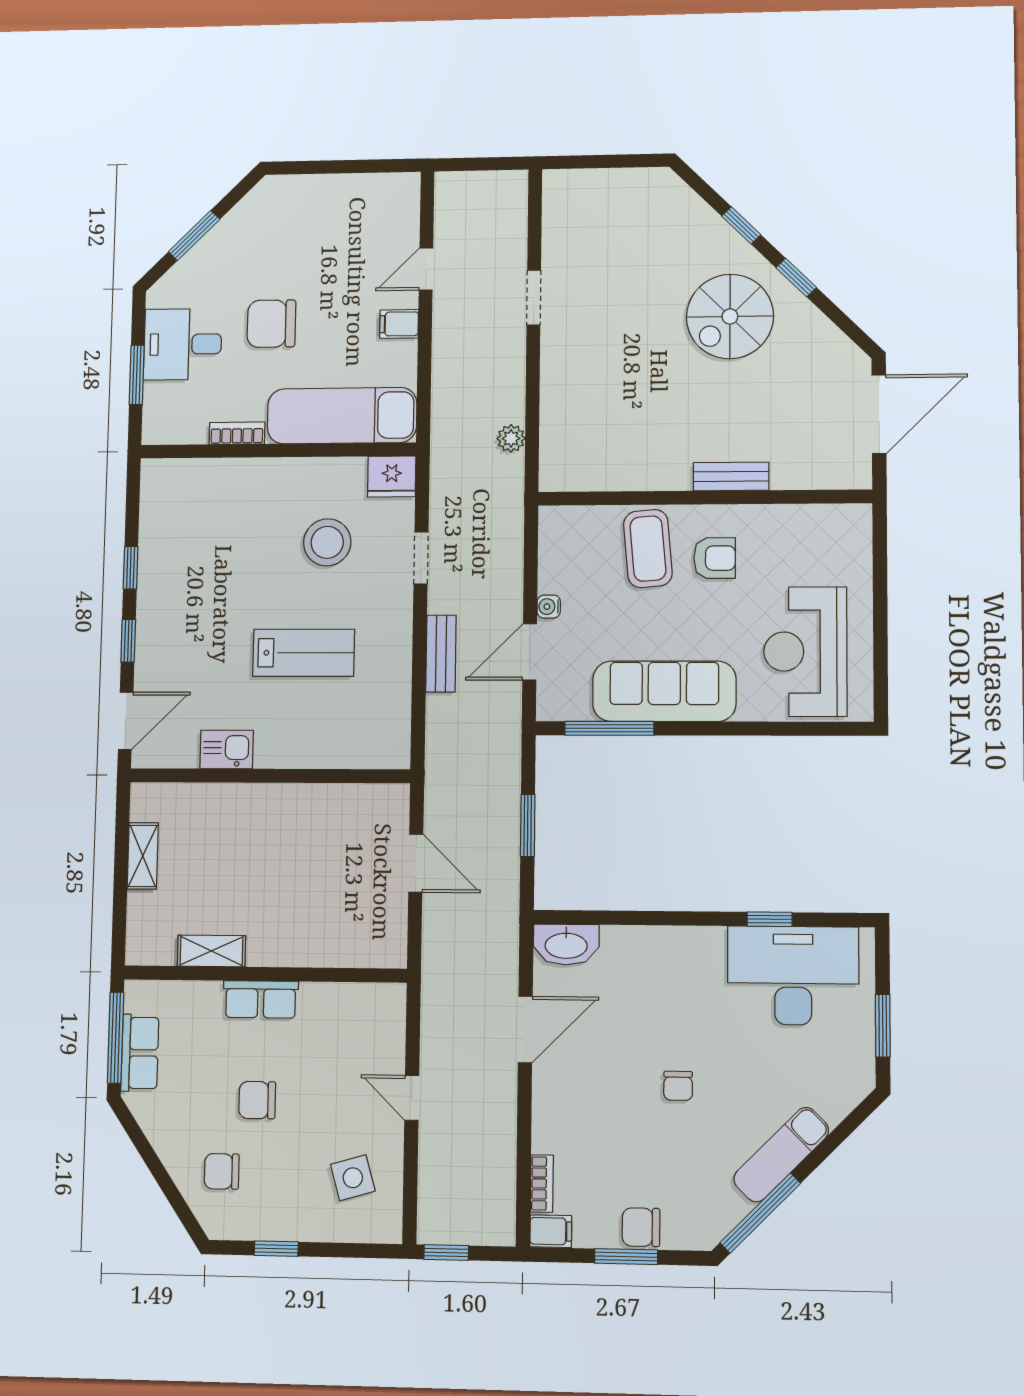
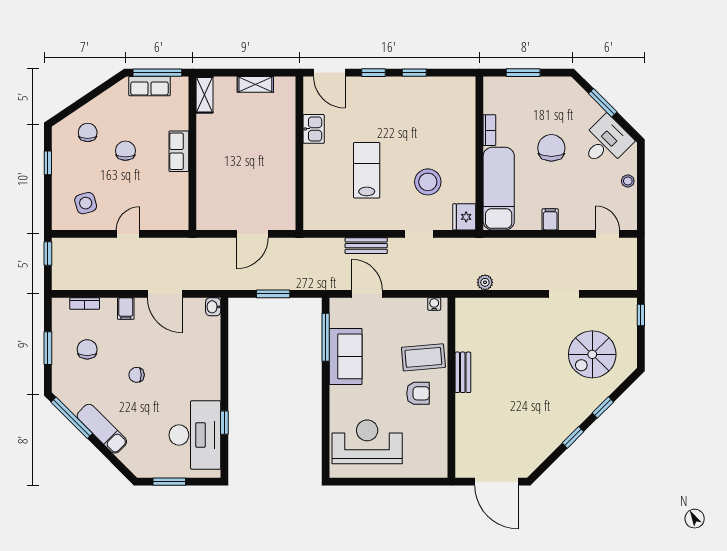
window: (573, 162) -> (641, 315), added
stool: (333, 189) -> (628, 181), added
door: (426, 269) -> (608, 234), moved
spiral stairs: (730, 316) -> (592, 354), moved, turned -90
desk: (183, 344) -> (606, 142), moved, turned 45
bench: (731, 476) -> (463, 372), moved
armchair: (715, 558) -> (418, 393), turned -90
water cooler: (549, 607) -> (434, 304), moved
lab bench: (304, 653) -> (367, 170), turned 180
sofa: (664, 691) -> (346, 356), width x0.73
washbasin: (566, 945) -> (213, 307), width x0.52, depth x0.69
shelving: (212, 951) -> (204, 95), moved
chair: (641, 1227) -> (87, 349), moved
filing cabinet: (551, 1231) -> (126, 309), moved

